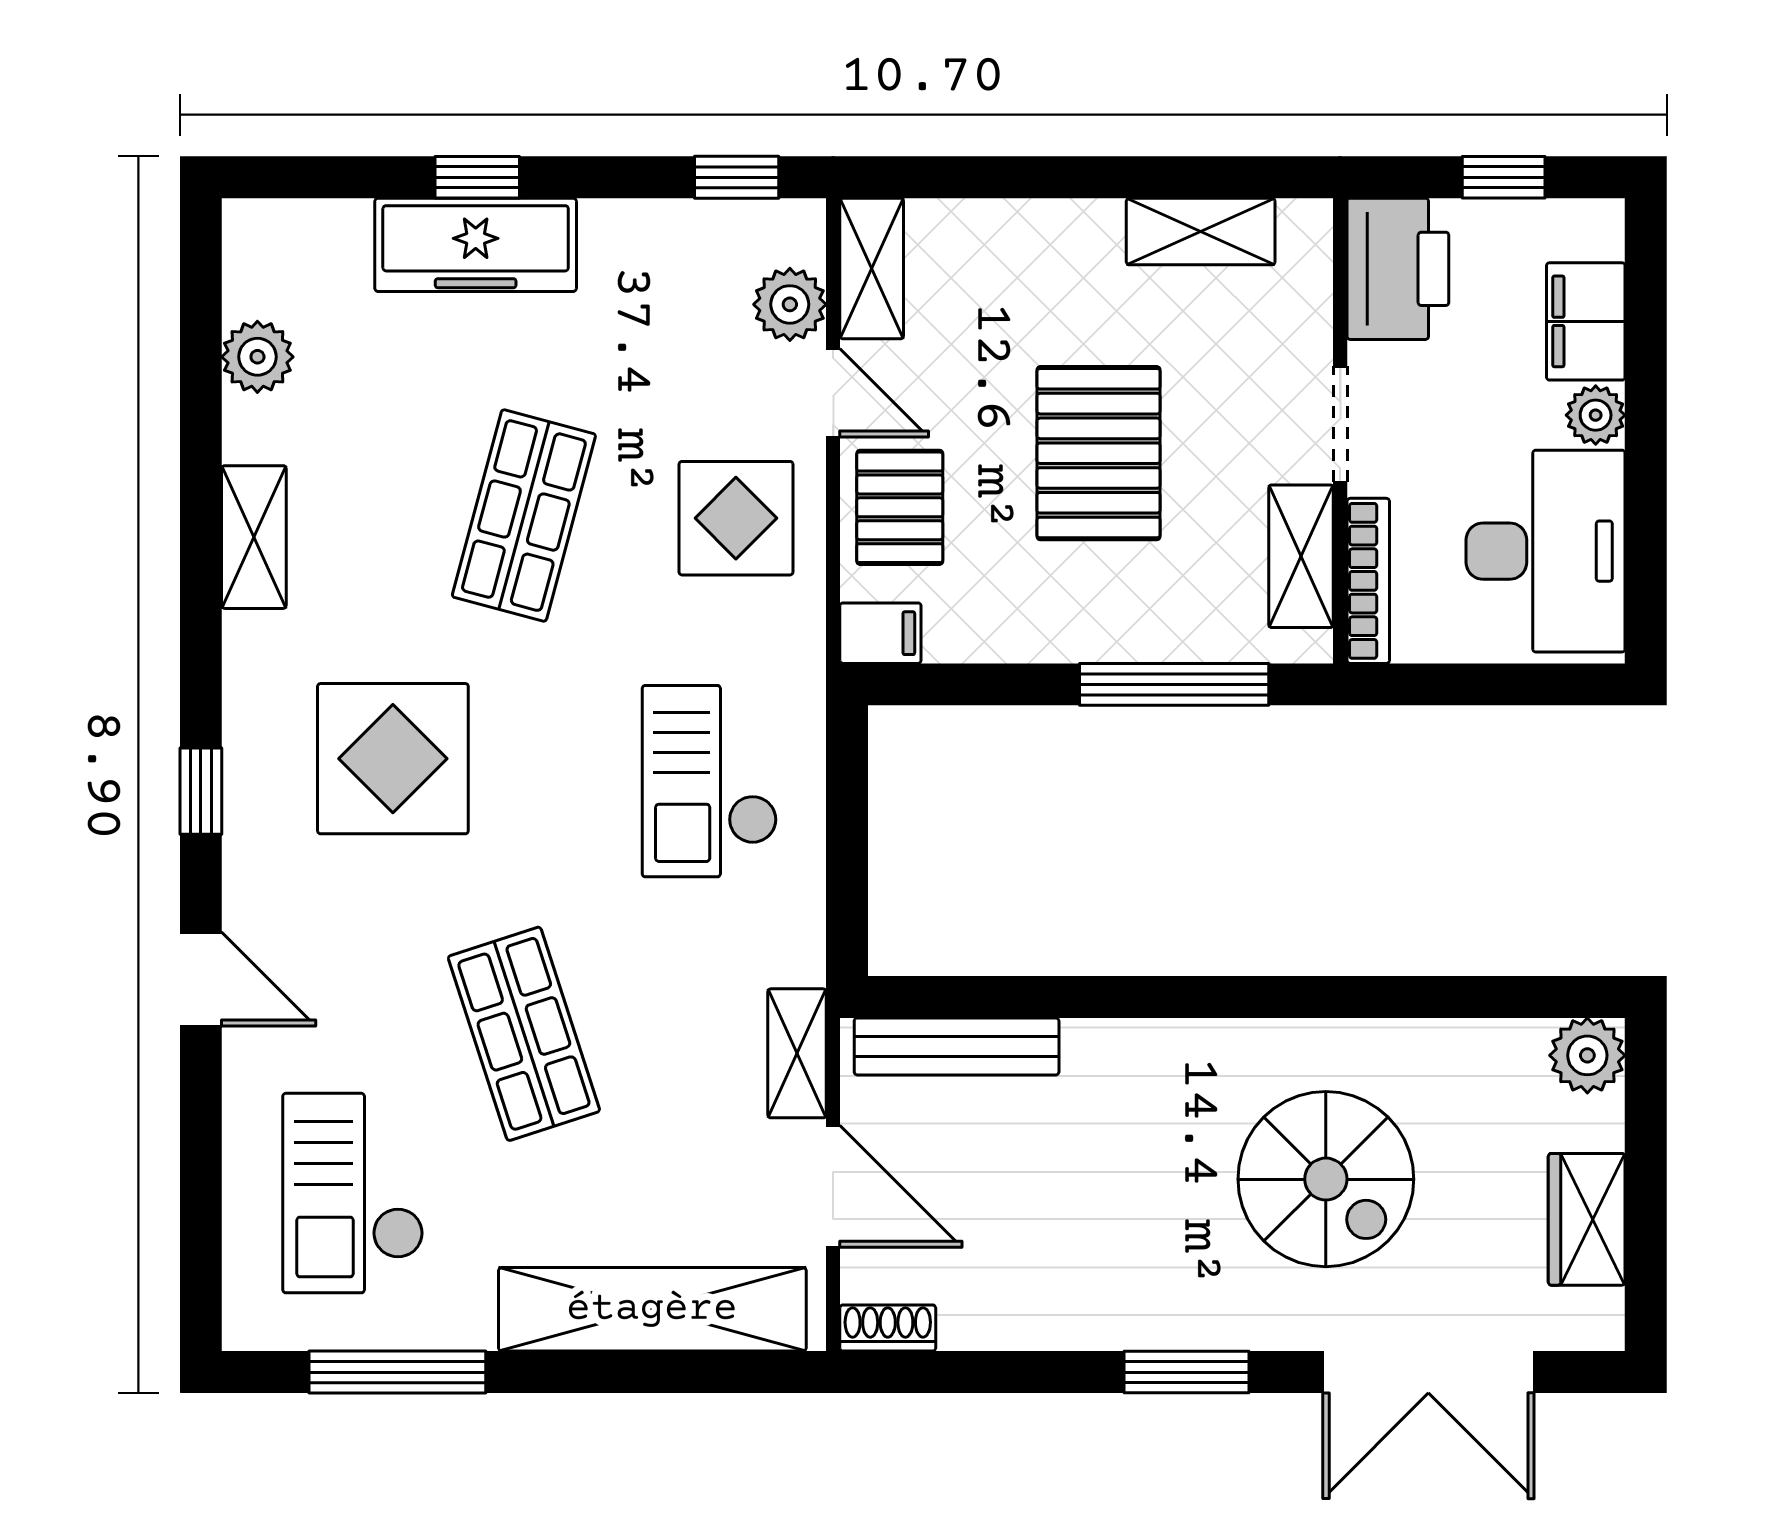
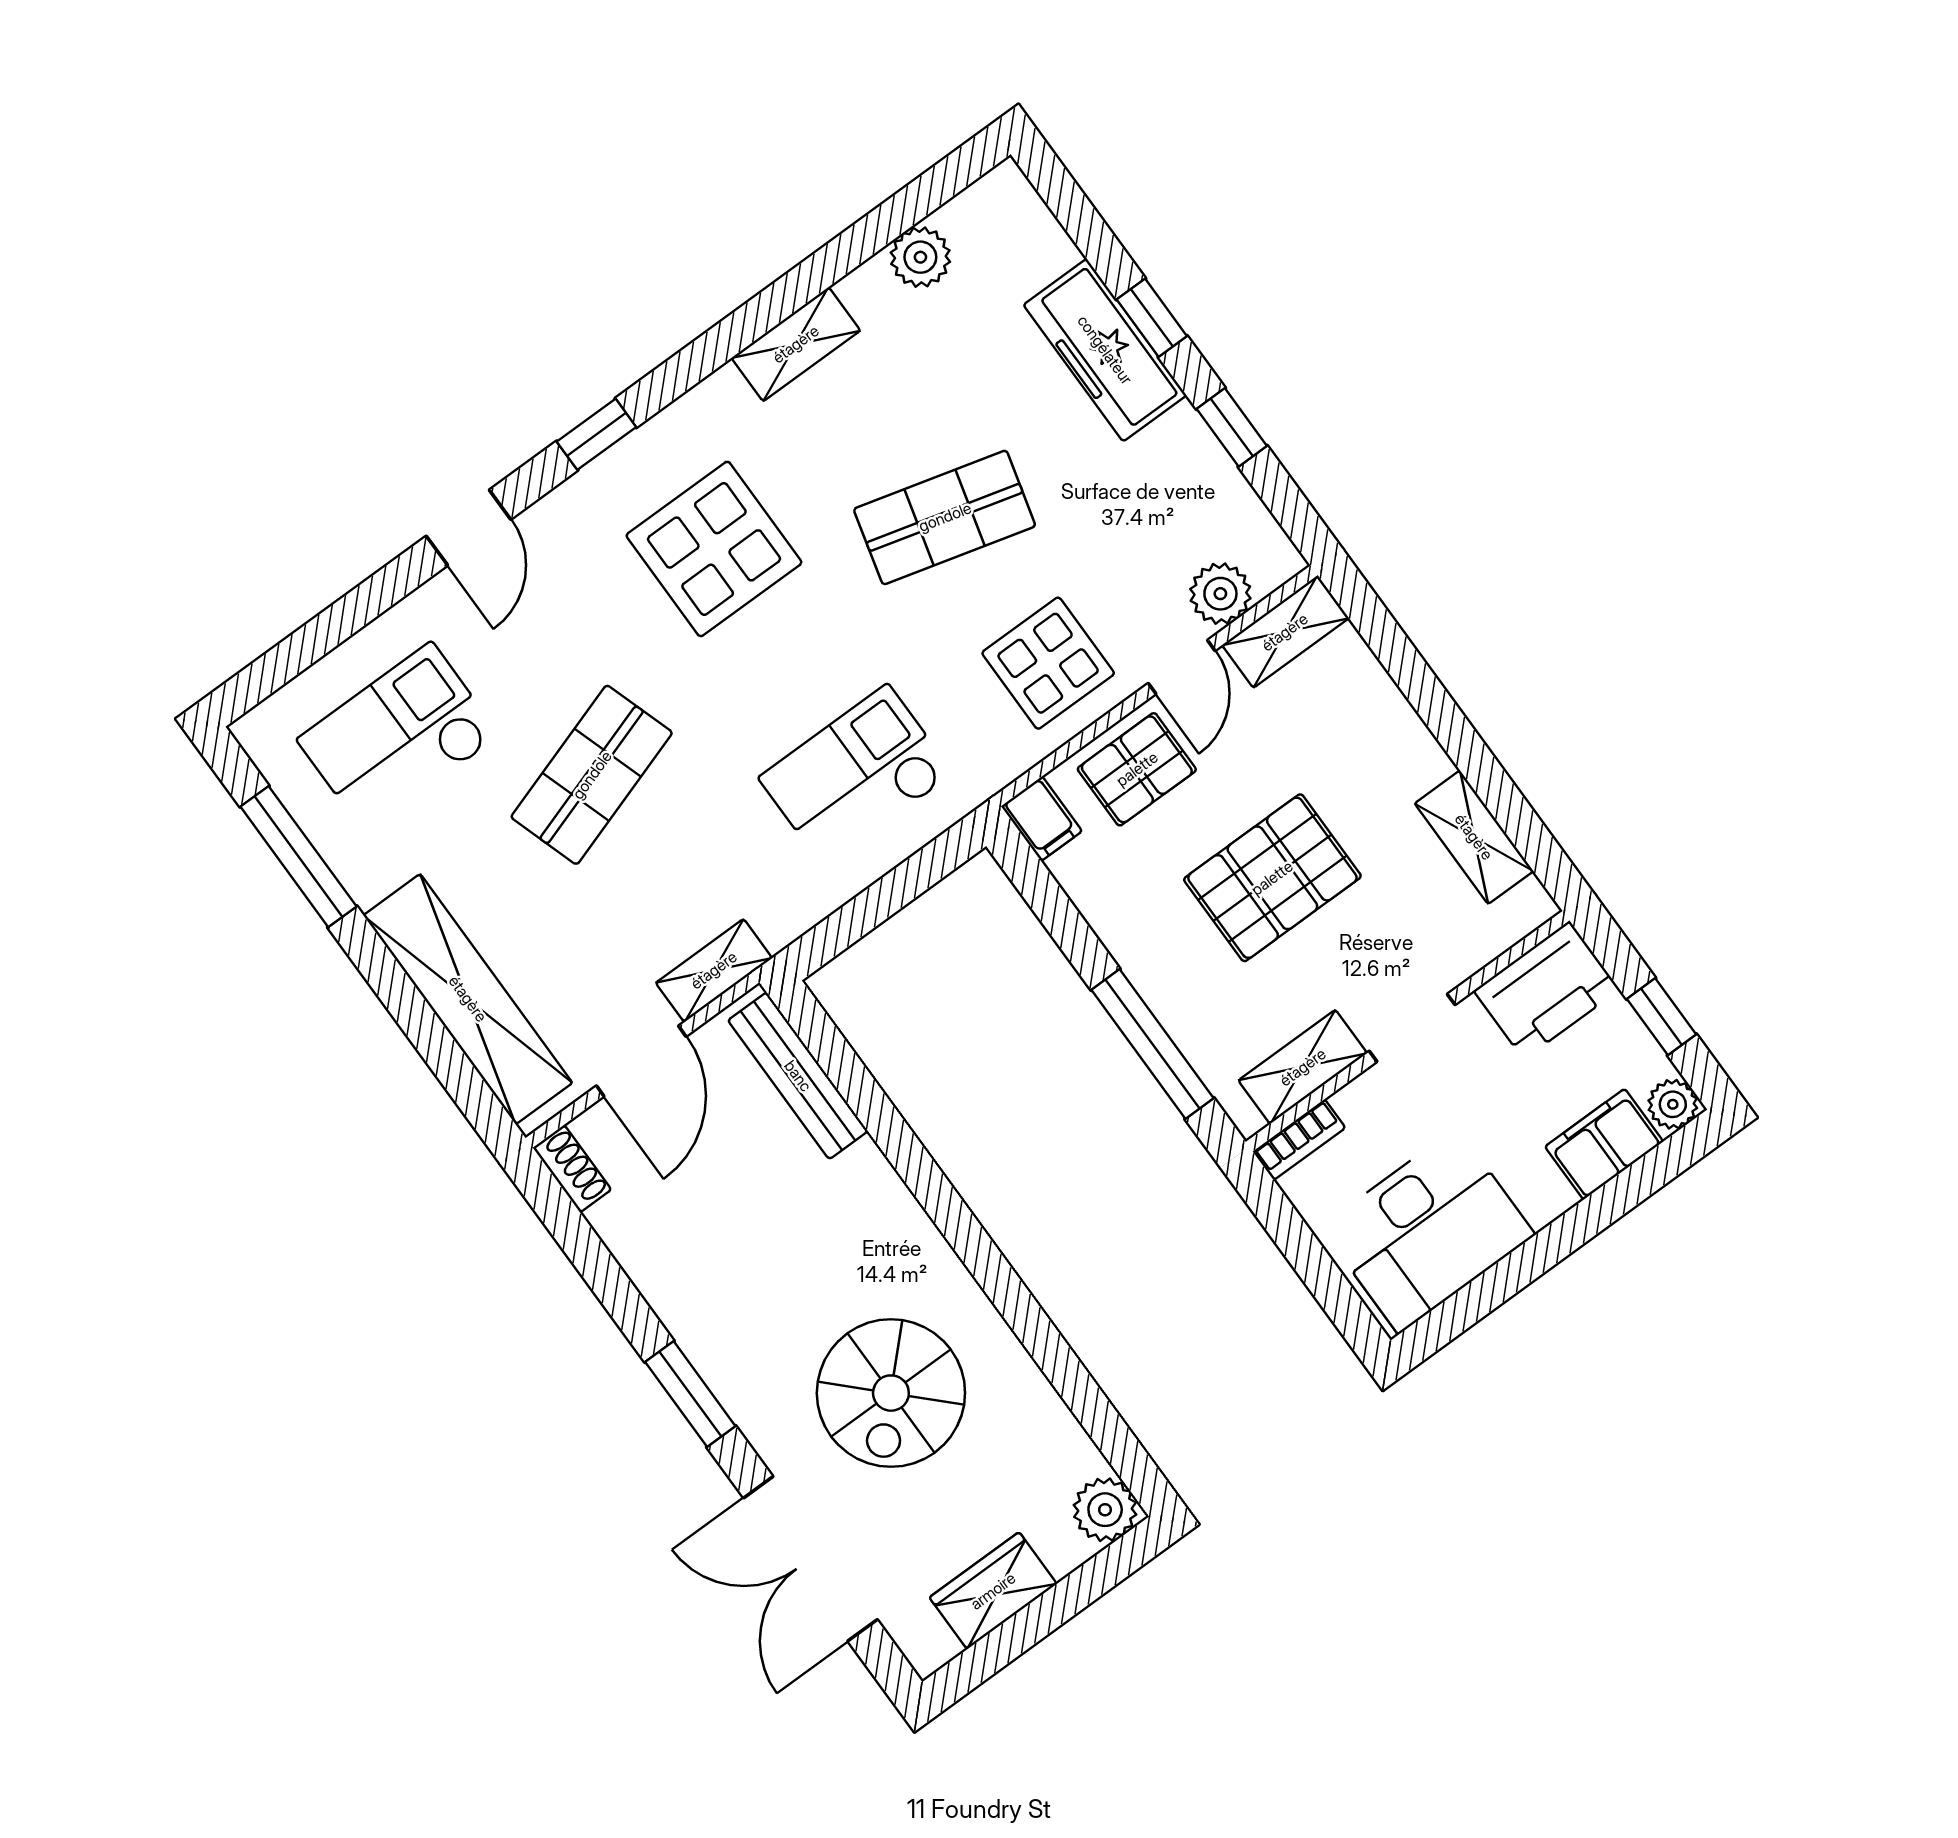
window: (737, 177) -> (1232, 427), moved
plant: (1596, 415) -> (1673, 1104), moved
bookcase: (1368, 581) -> (1299, 1140), width x0.64

